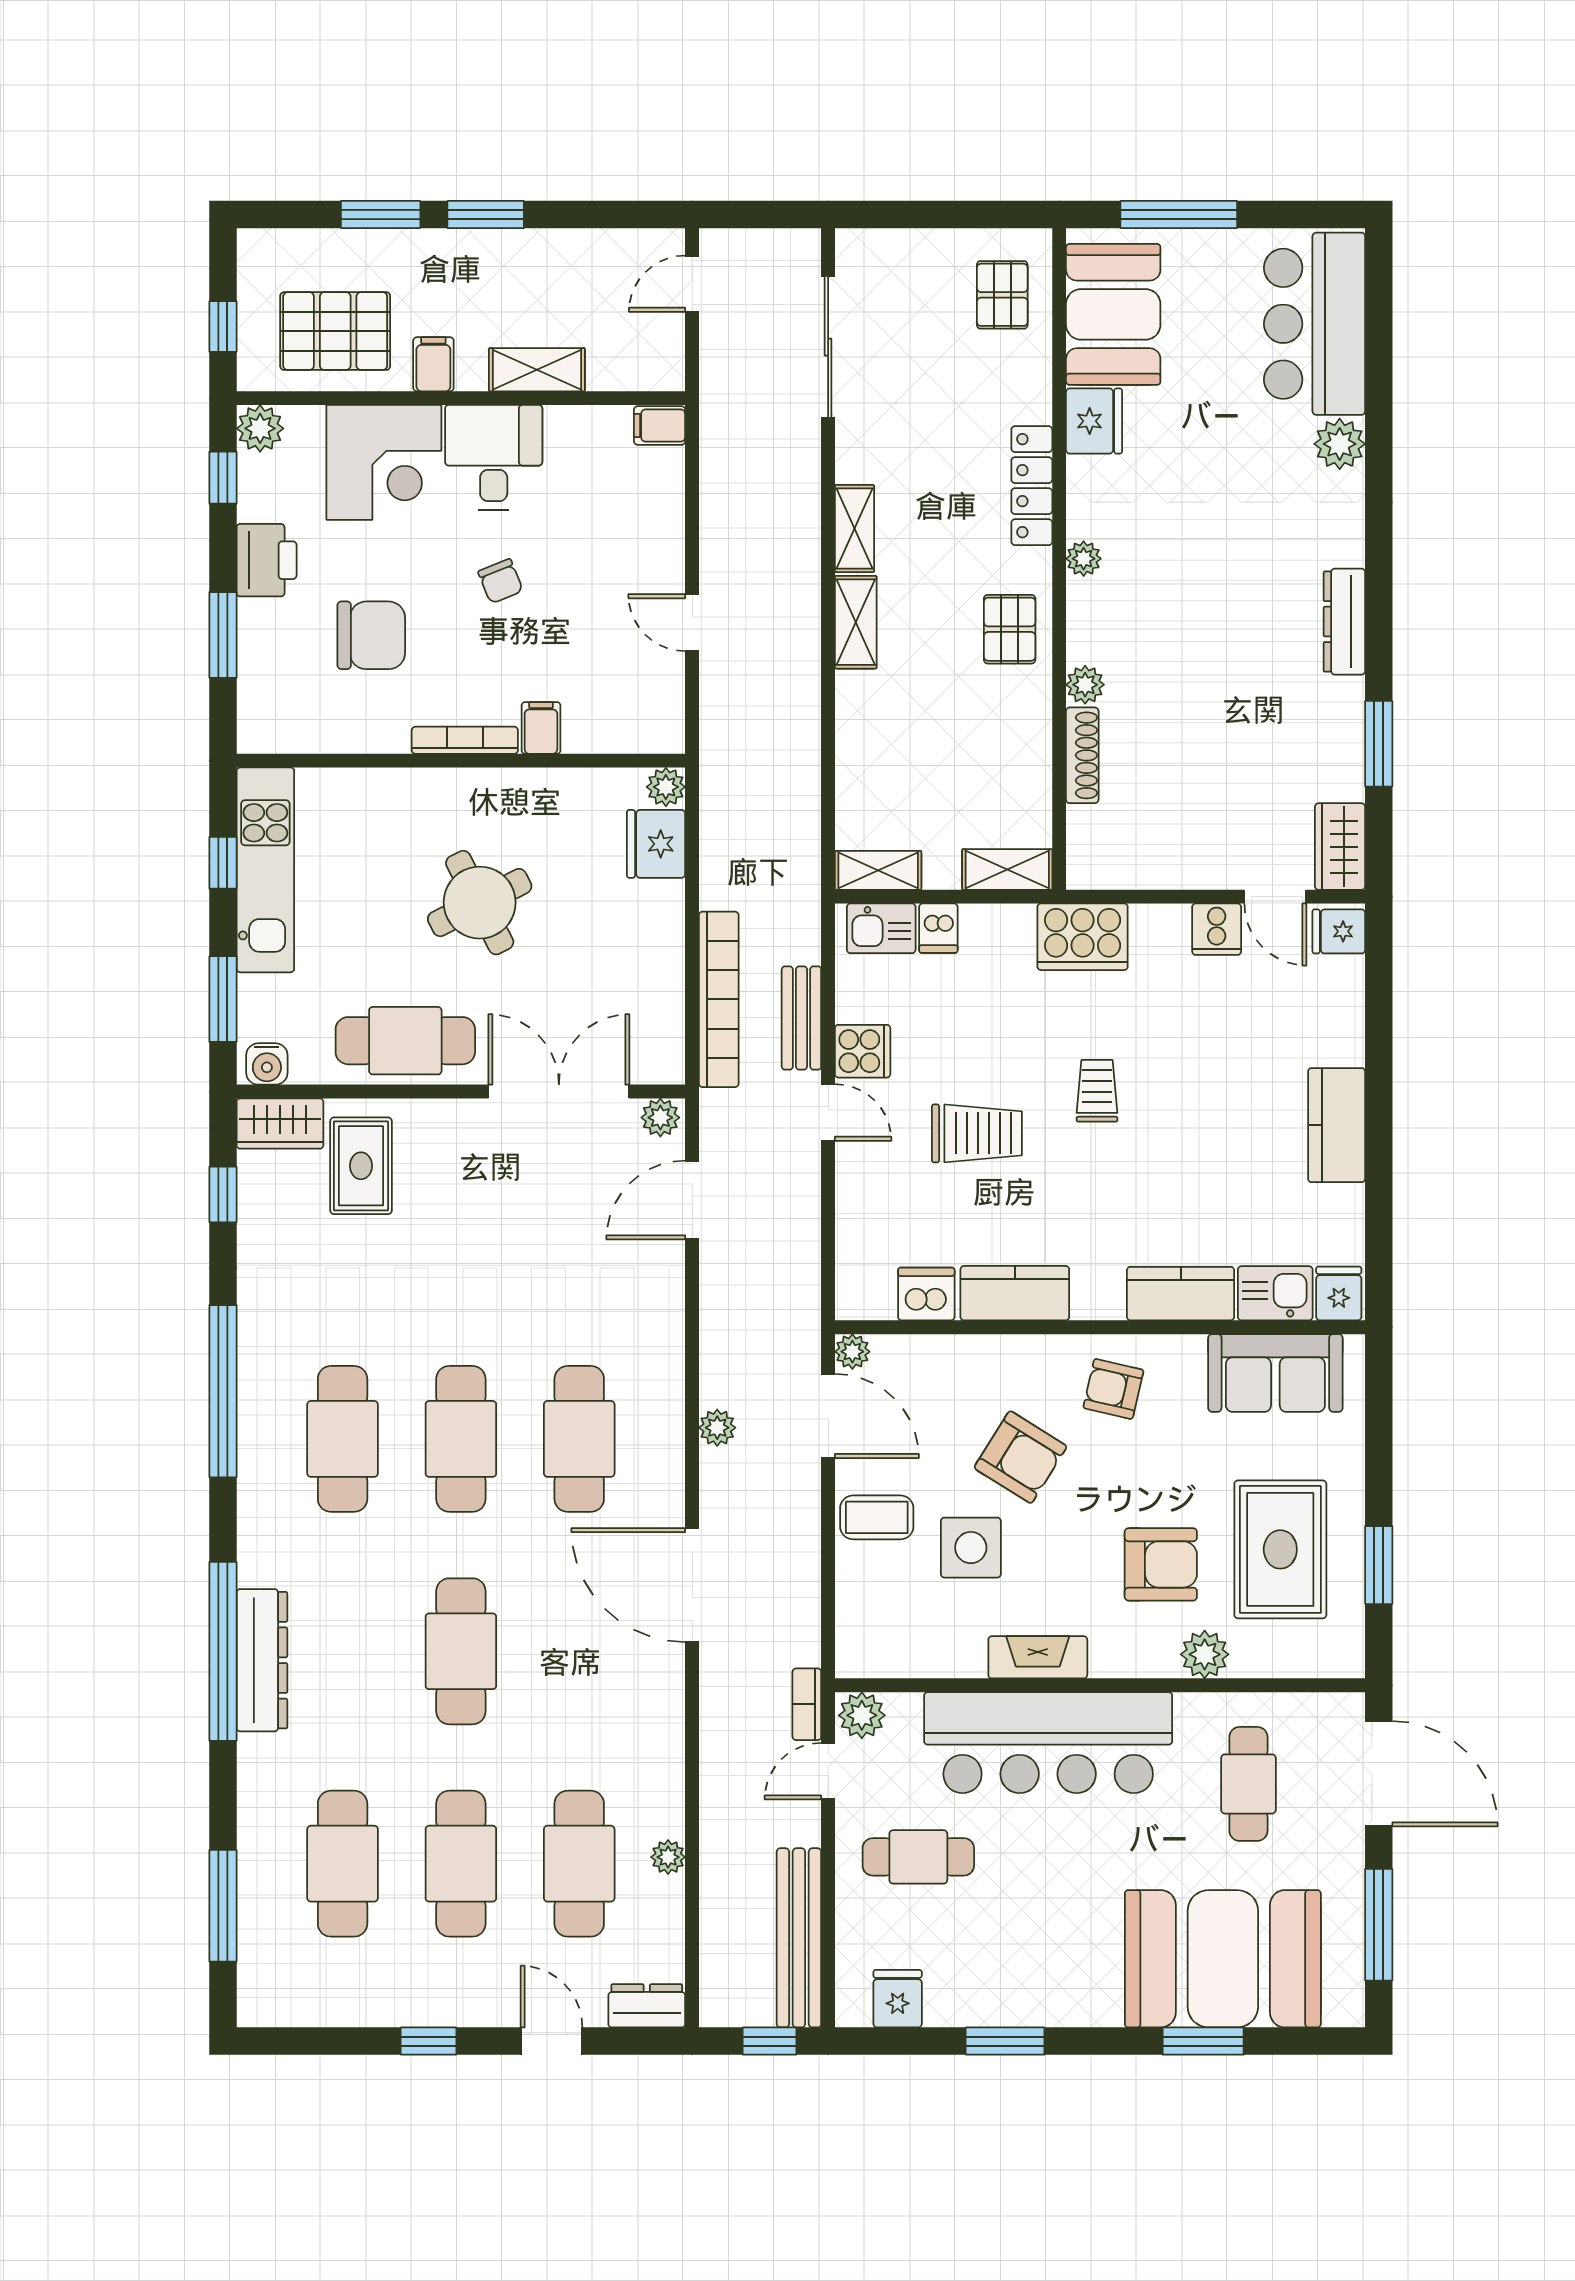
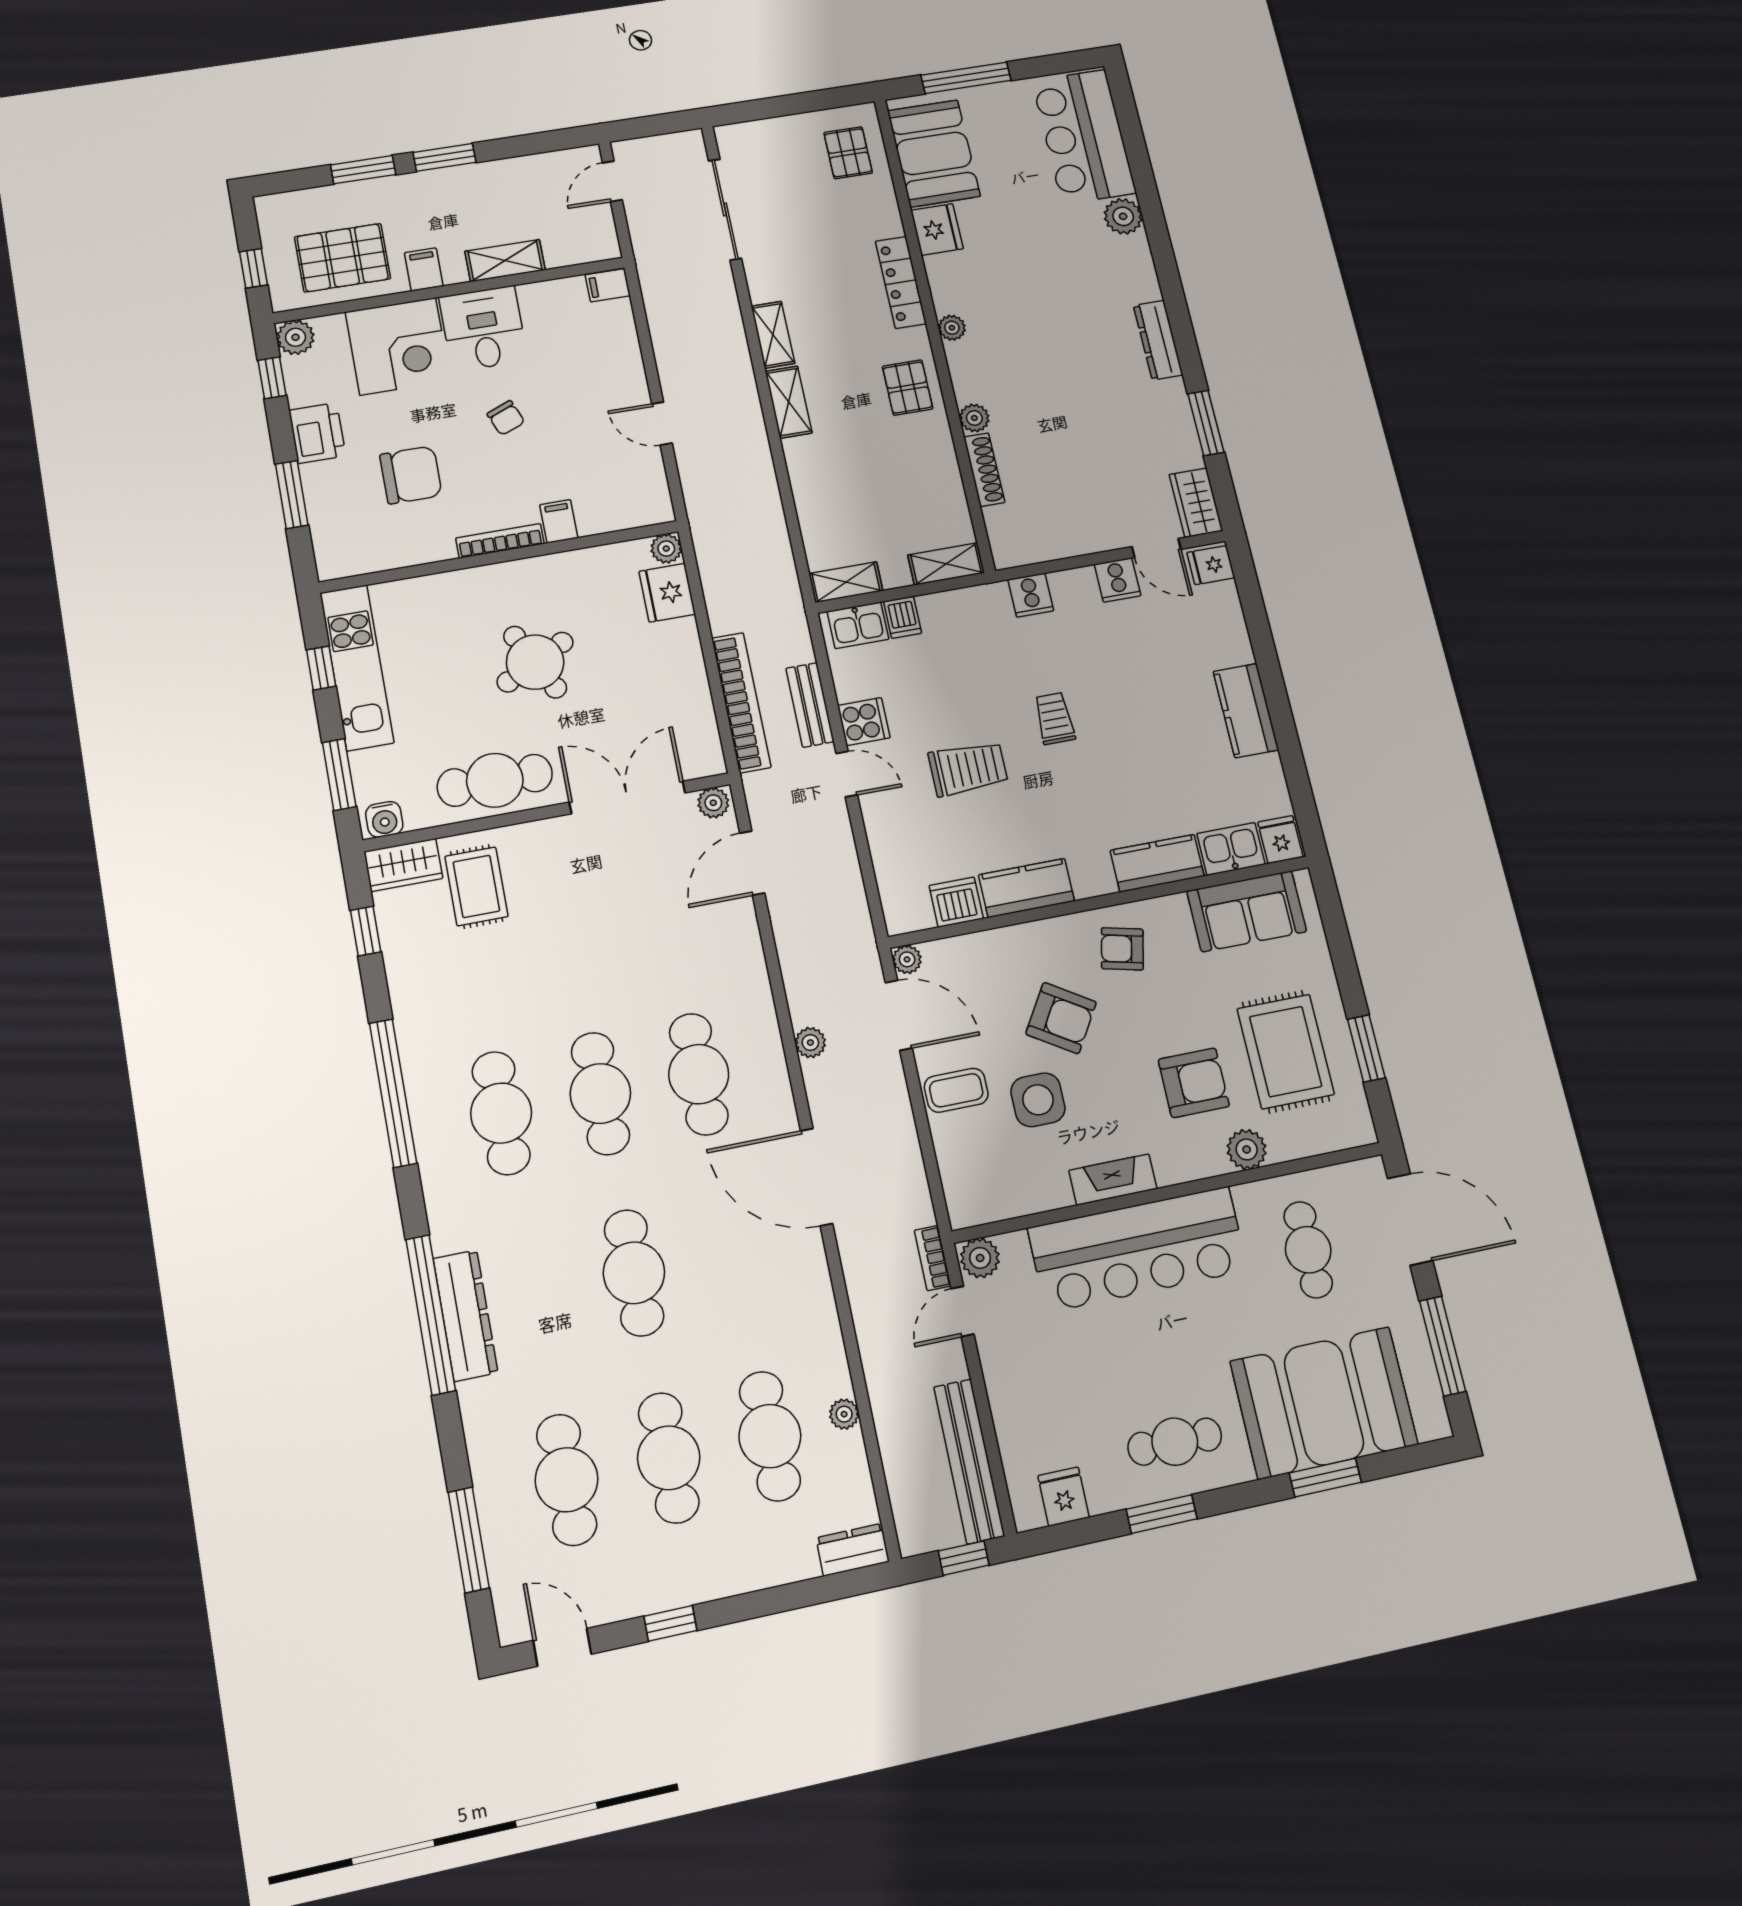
cooker: (1083, 937) -> (1031, 595), width x0.53, depth x0.76
cafe table: (918, 1857) -> (1175, 1442), moved
door: (551, 2041) -> (562, 1647), moved

